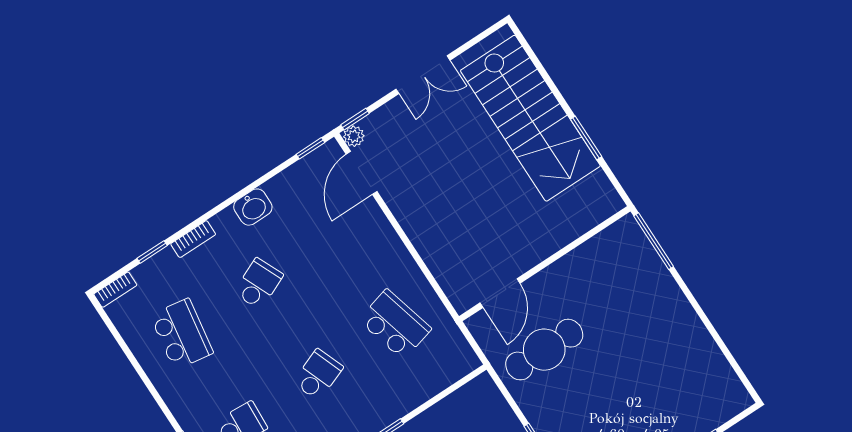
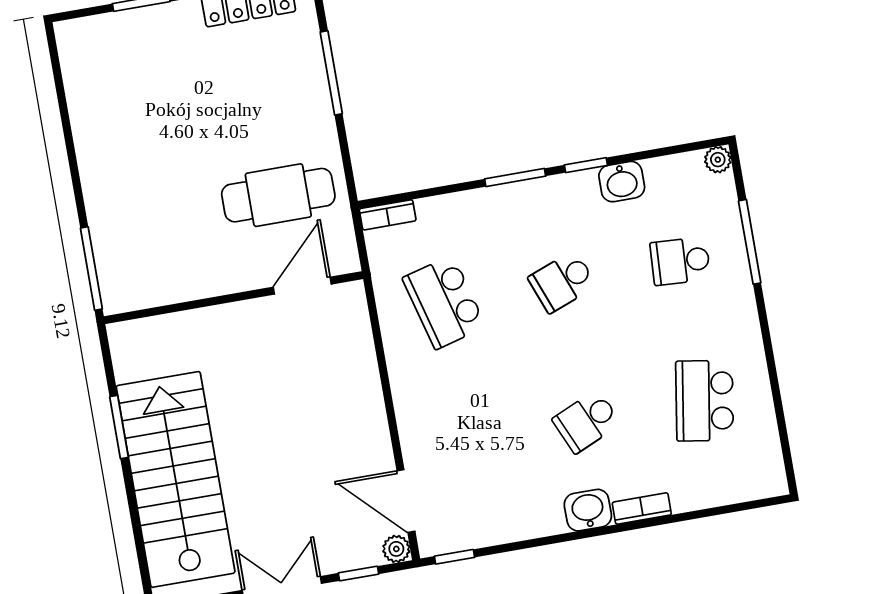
window: (355, 119) -> (359, 573), moved
door: (362, 173) -> (406, 501), swing flipped
washbasin: (253, 207) -> (588, 510), moved
window: (152, 252) -> (698, 514), removed
bookcase: (115, 290) -> (388, 215), moved, turned 180

